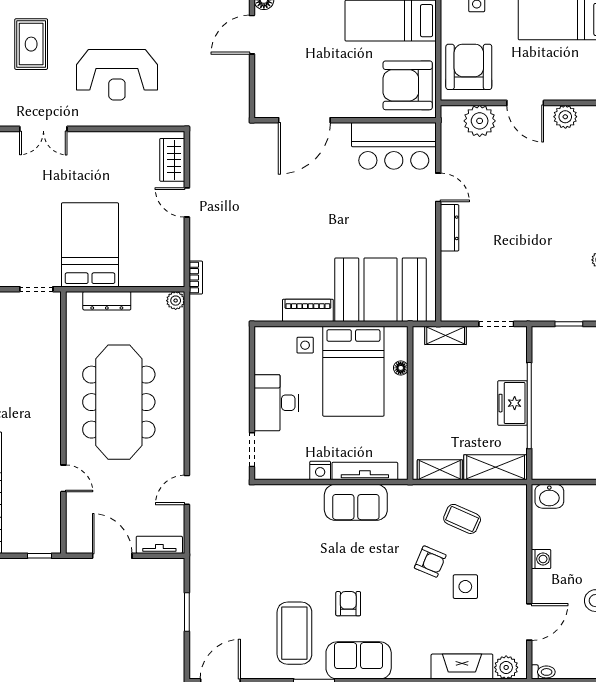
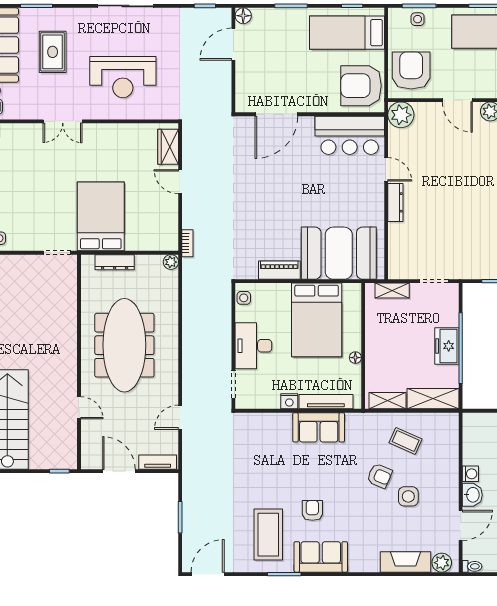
plant: (480, 121) -> (401, 115), moved
side table: (305, 345) -> (244, 298), moved
floor lamp: (401, 368) -> (355, 358), moved
washbasin: (549, 496) -> (472, 495), moved, turned -90

